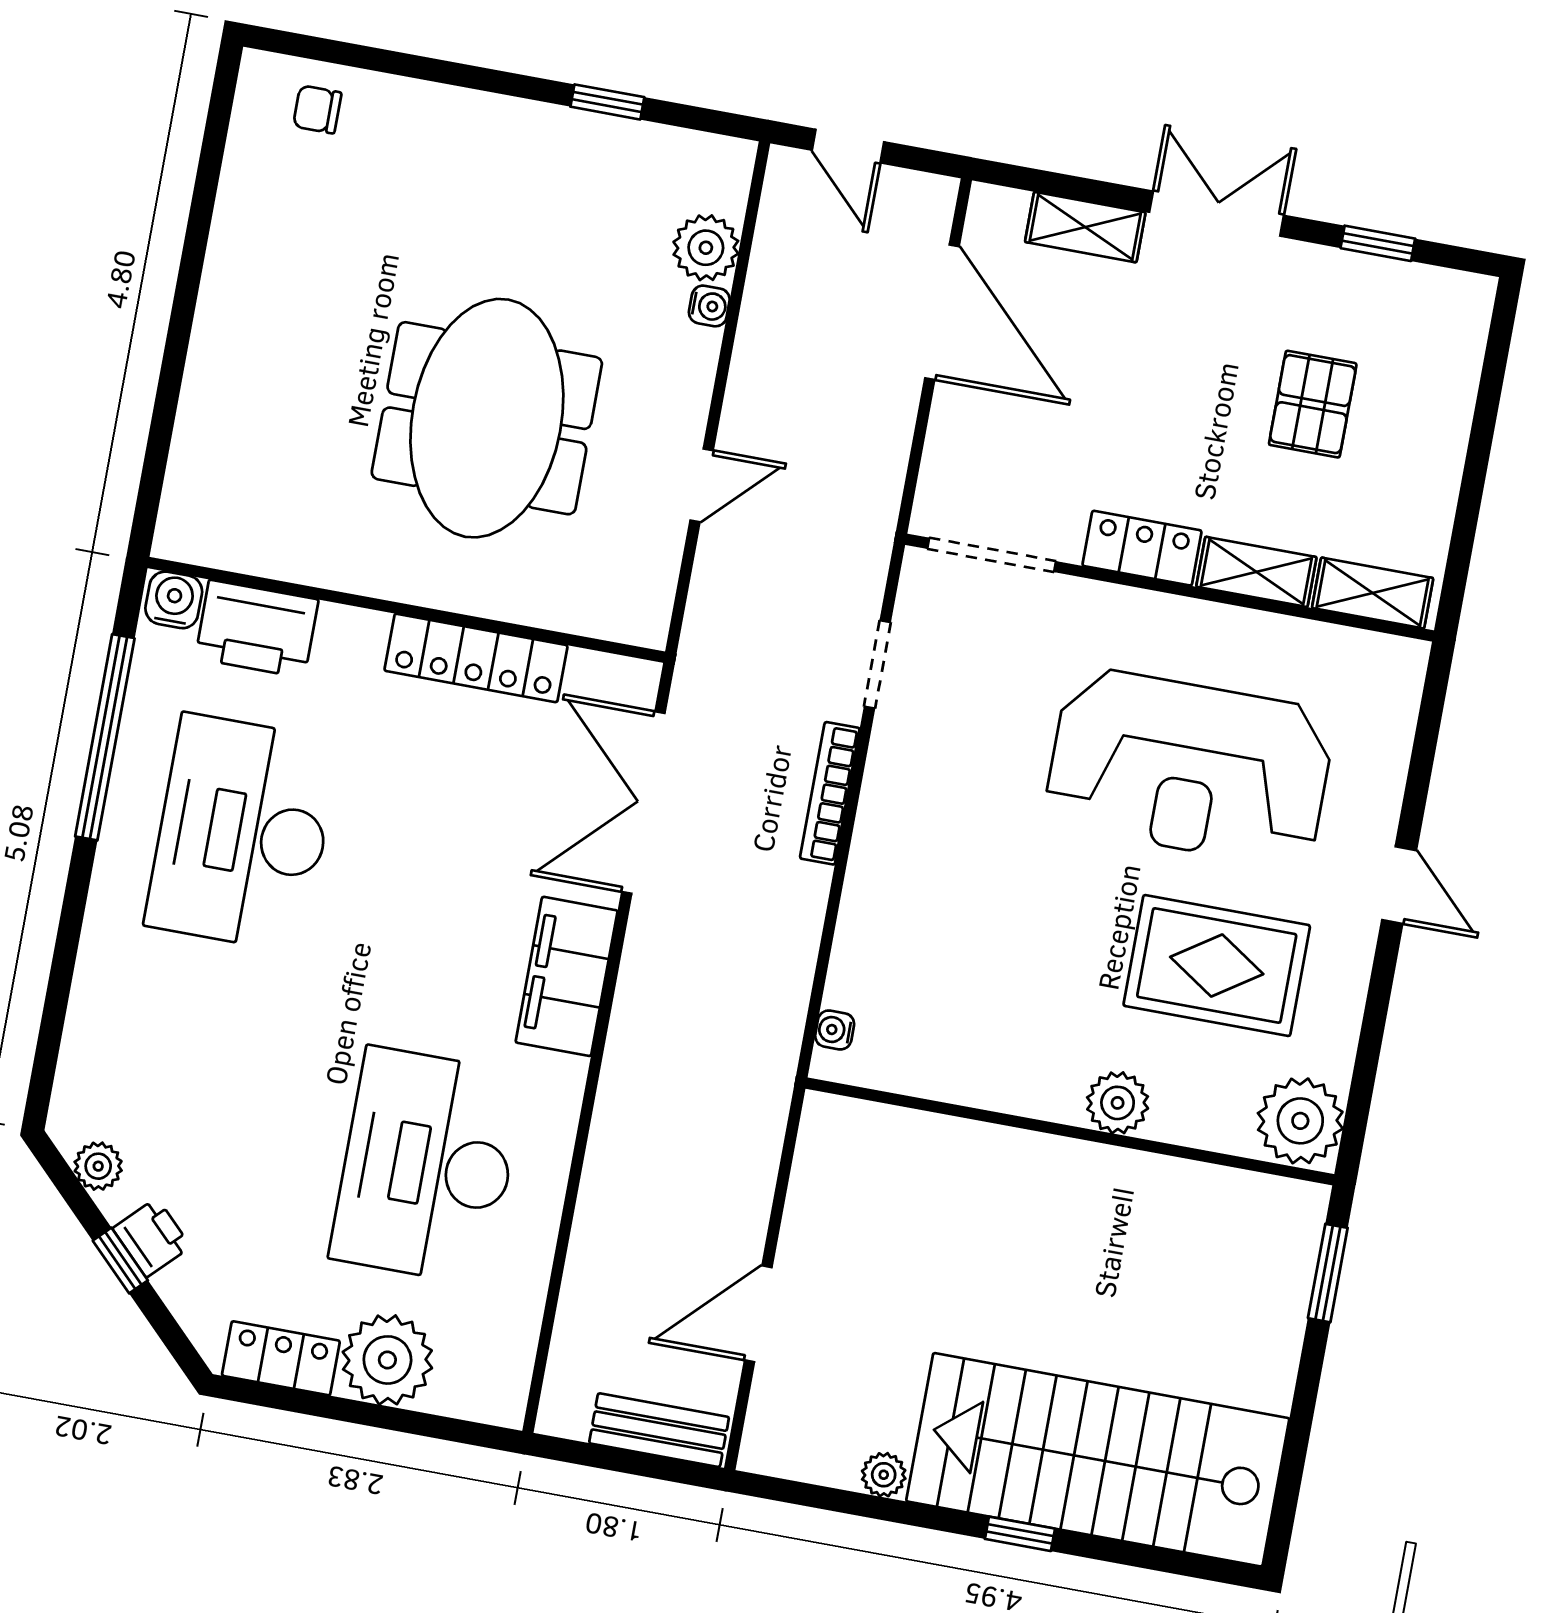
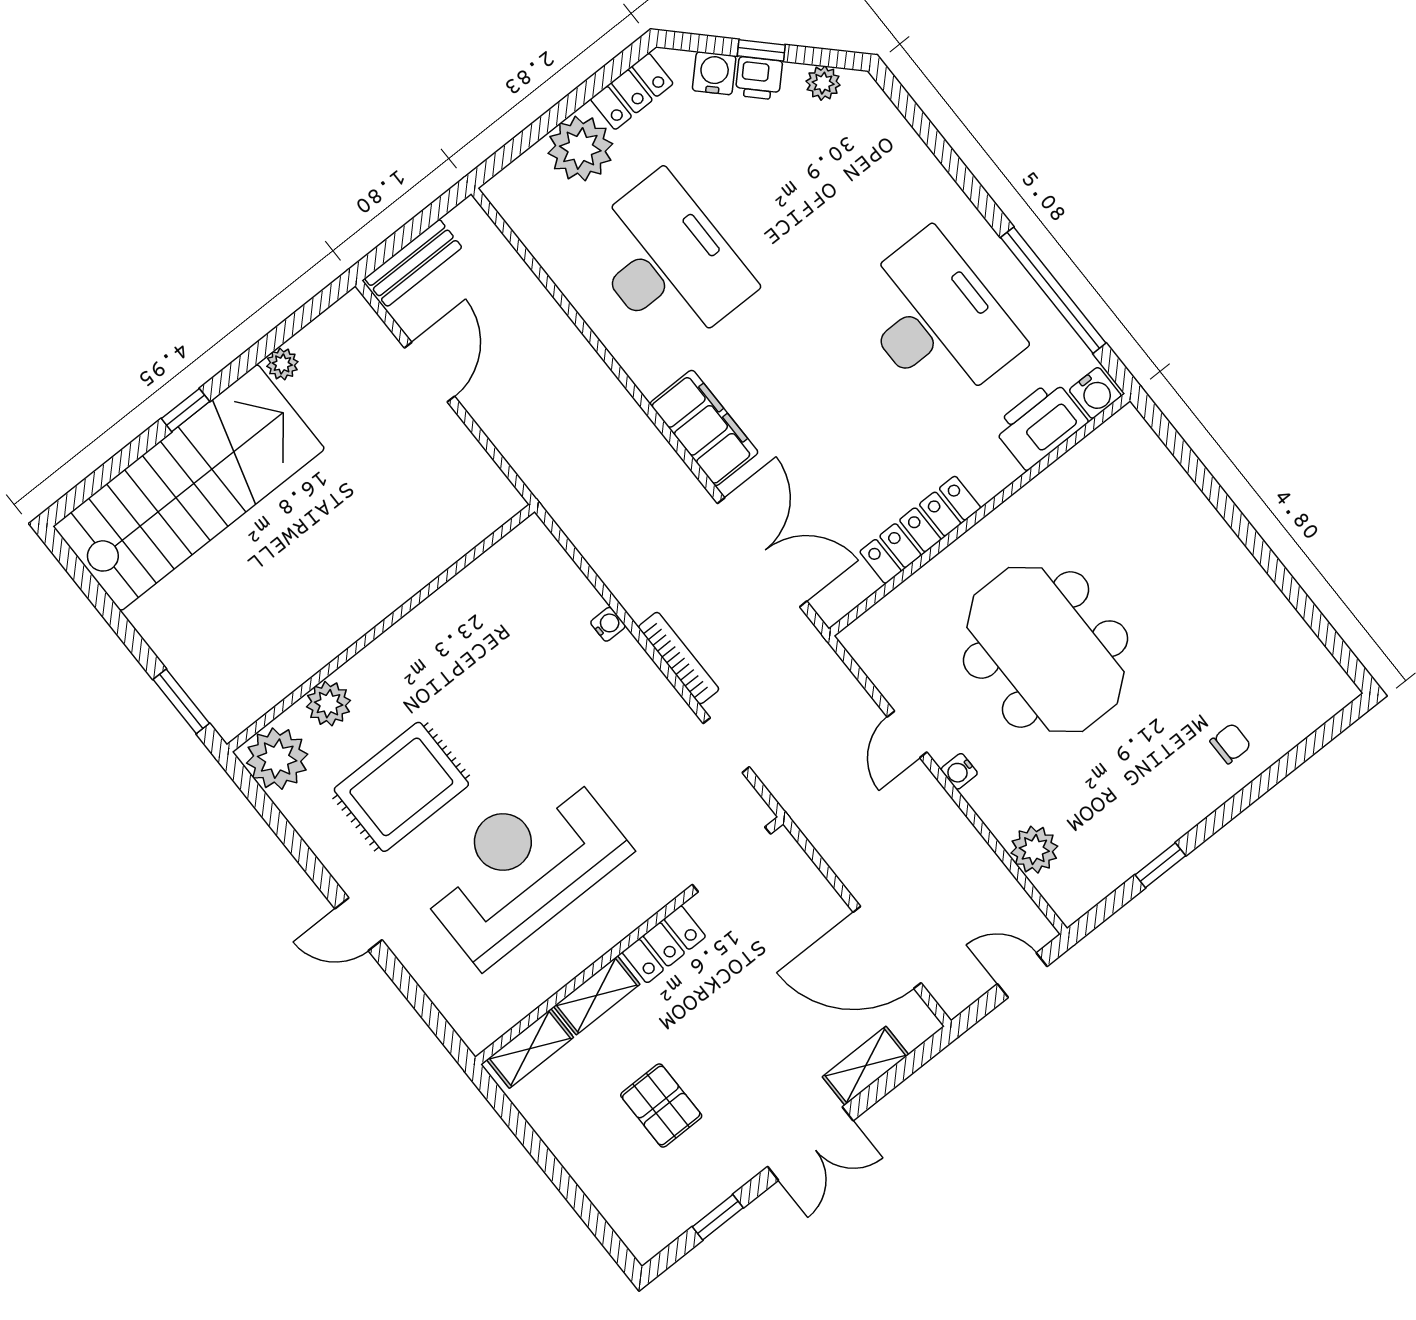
chair: (317, 109) -> (1230, 743), moved
water cooler: (709, 306) -> (959, 771), moved
water cooler: (835, 1030) -> (608, 624), moved
plant: (1118, 1103) -> (329, 704), moved
water cooler: (187, 1289) -> (714, 73), added

